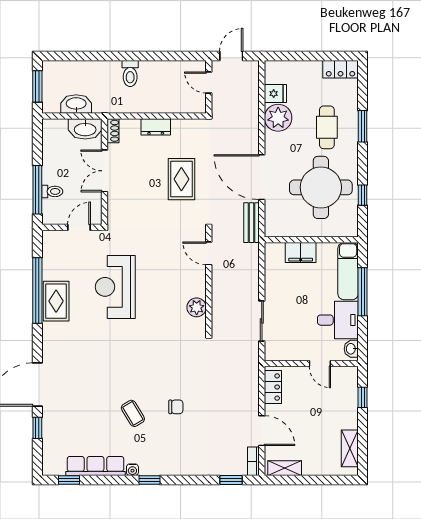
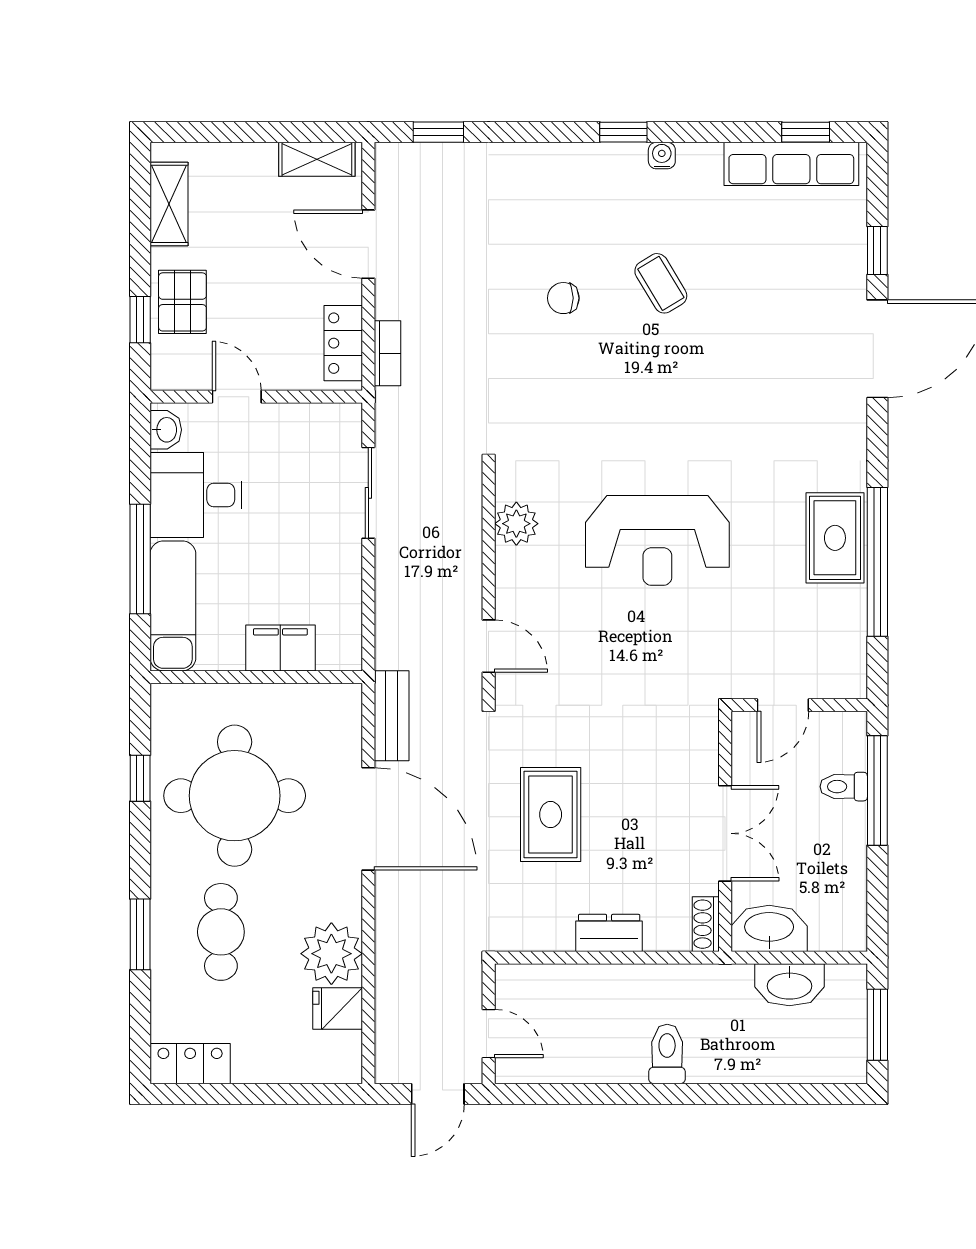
reception desk: (115, 287) -> (657, 540), moved, turned 90
pallet: (344, 405) -> (182, 302), added
bookcase: (253, 461) -> (387, 353), moved
row of seats: (95, 466) -> (791, 164), moved

